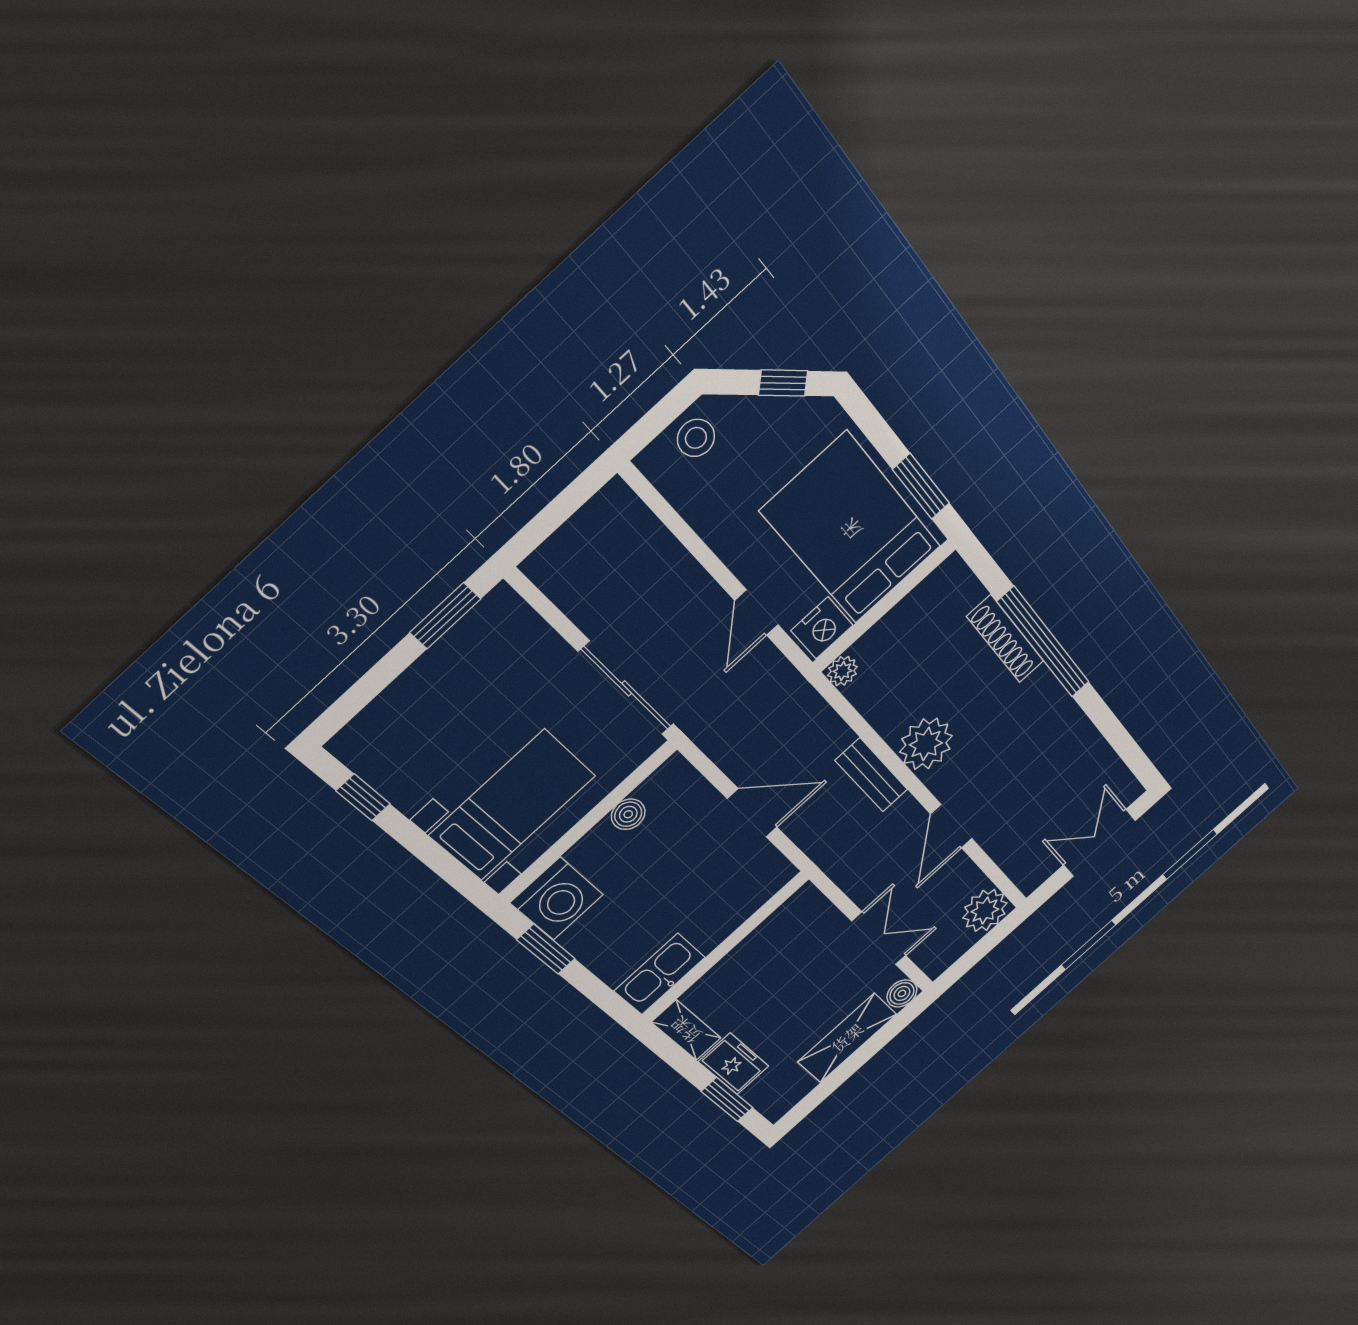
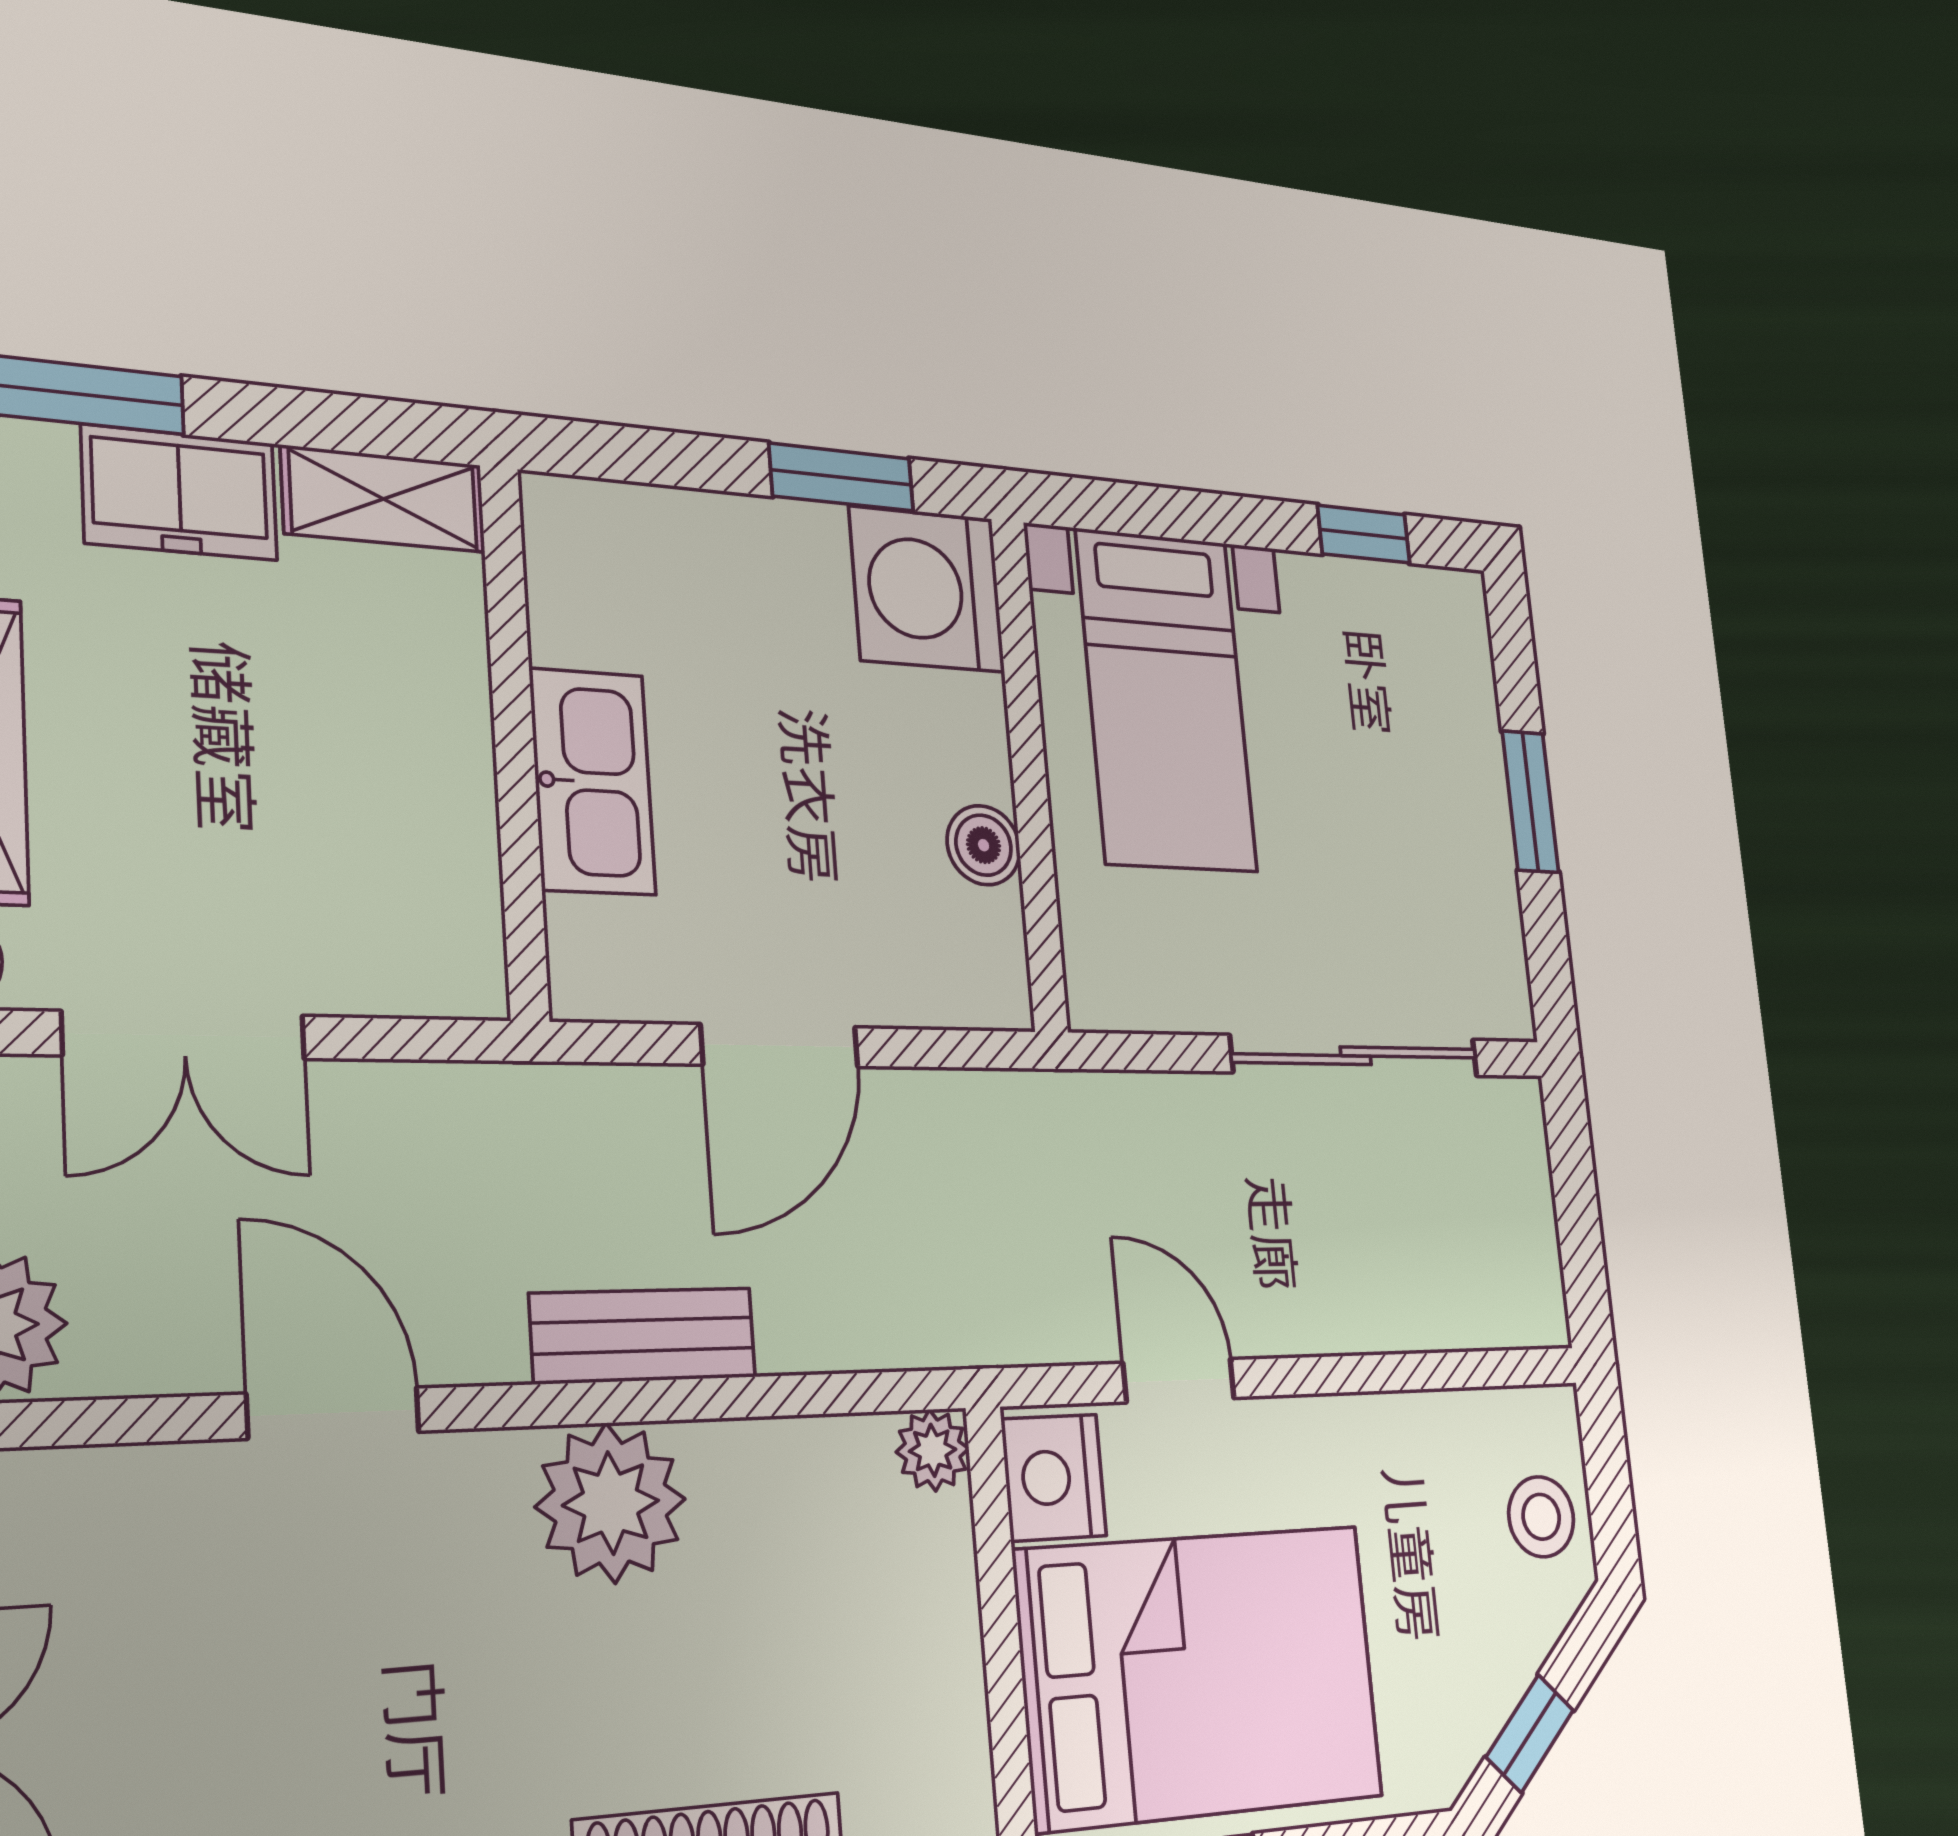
window: (445, 616) -> (1530, 802), moved
sliding door: (627, 688) -> (1356, 1056), moved
kitchen sink: (660, 974) -> (593, 782), moved

